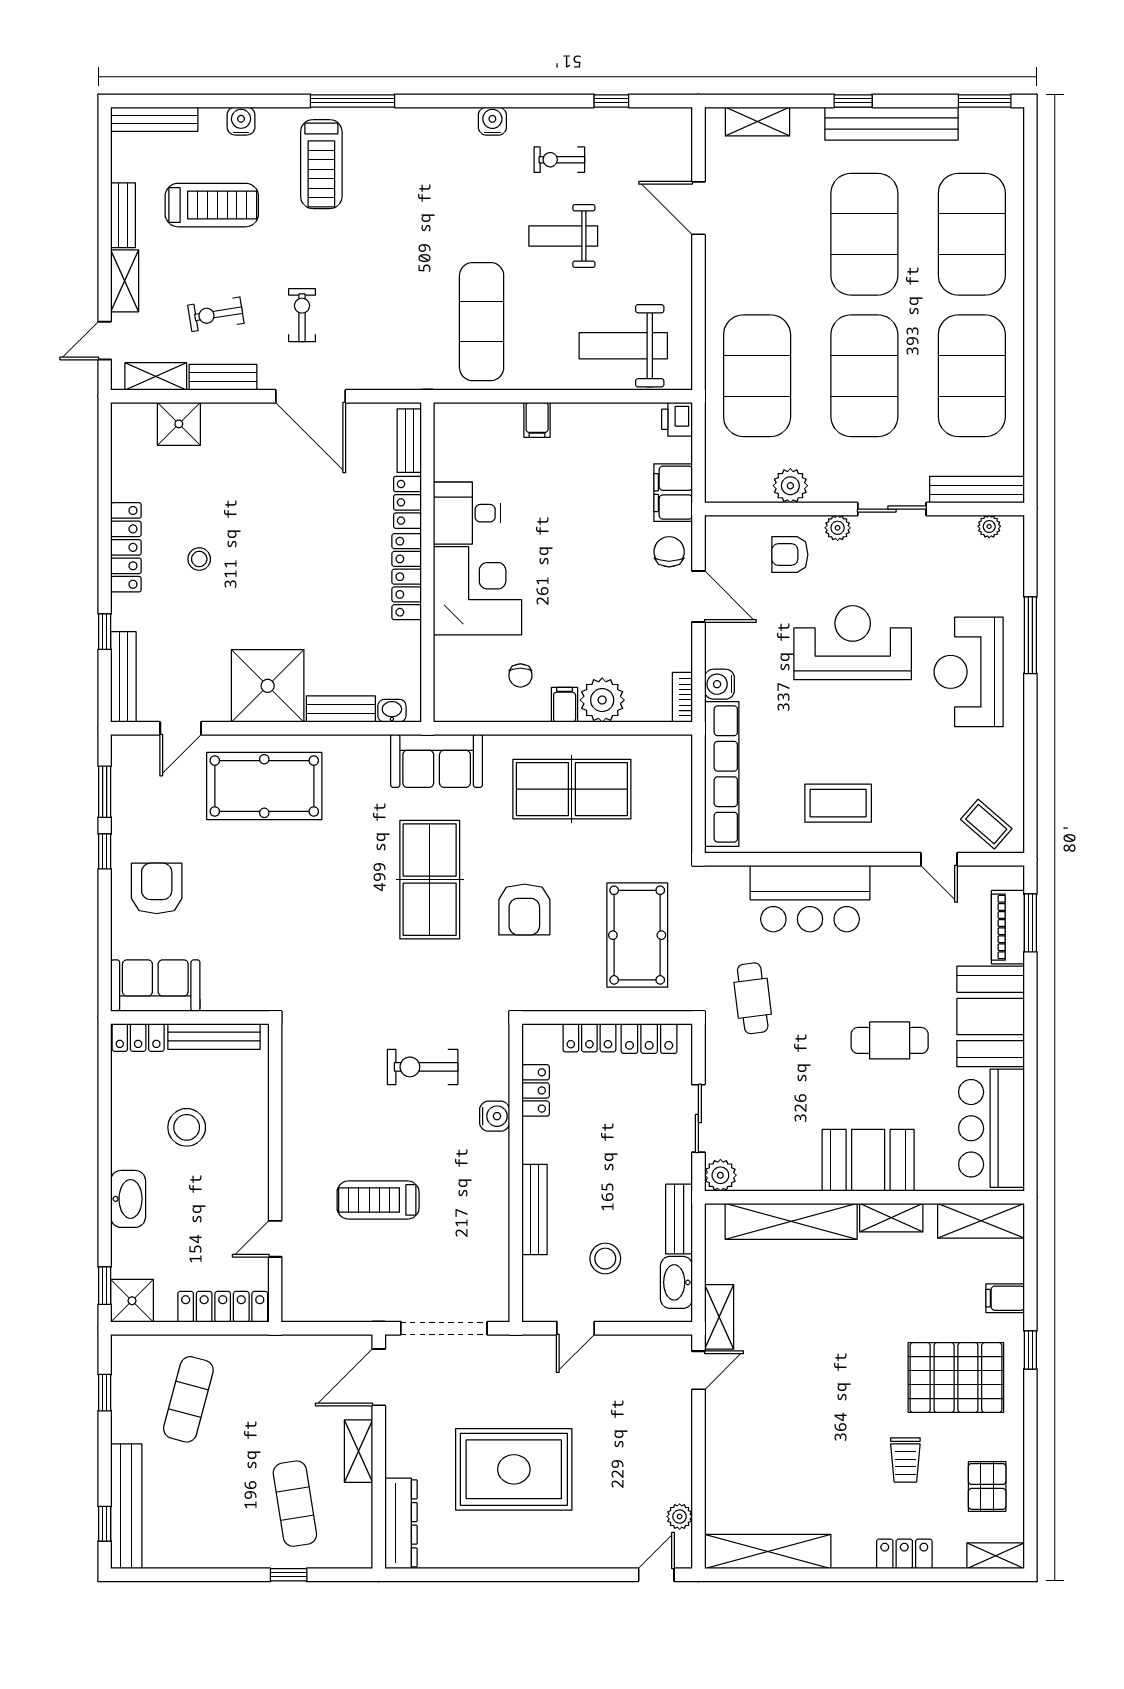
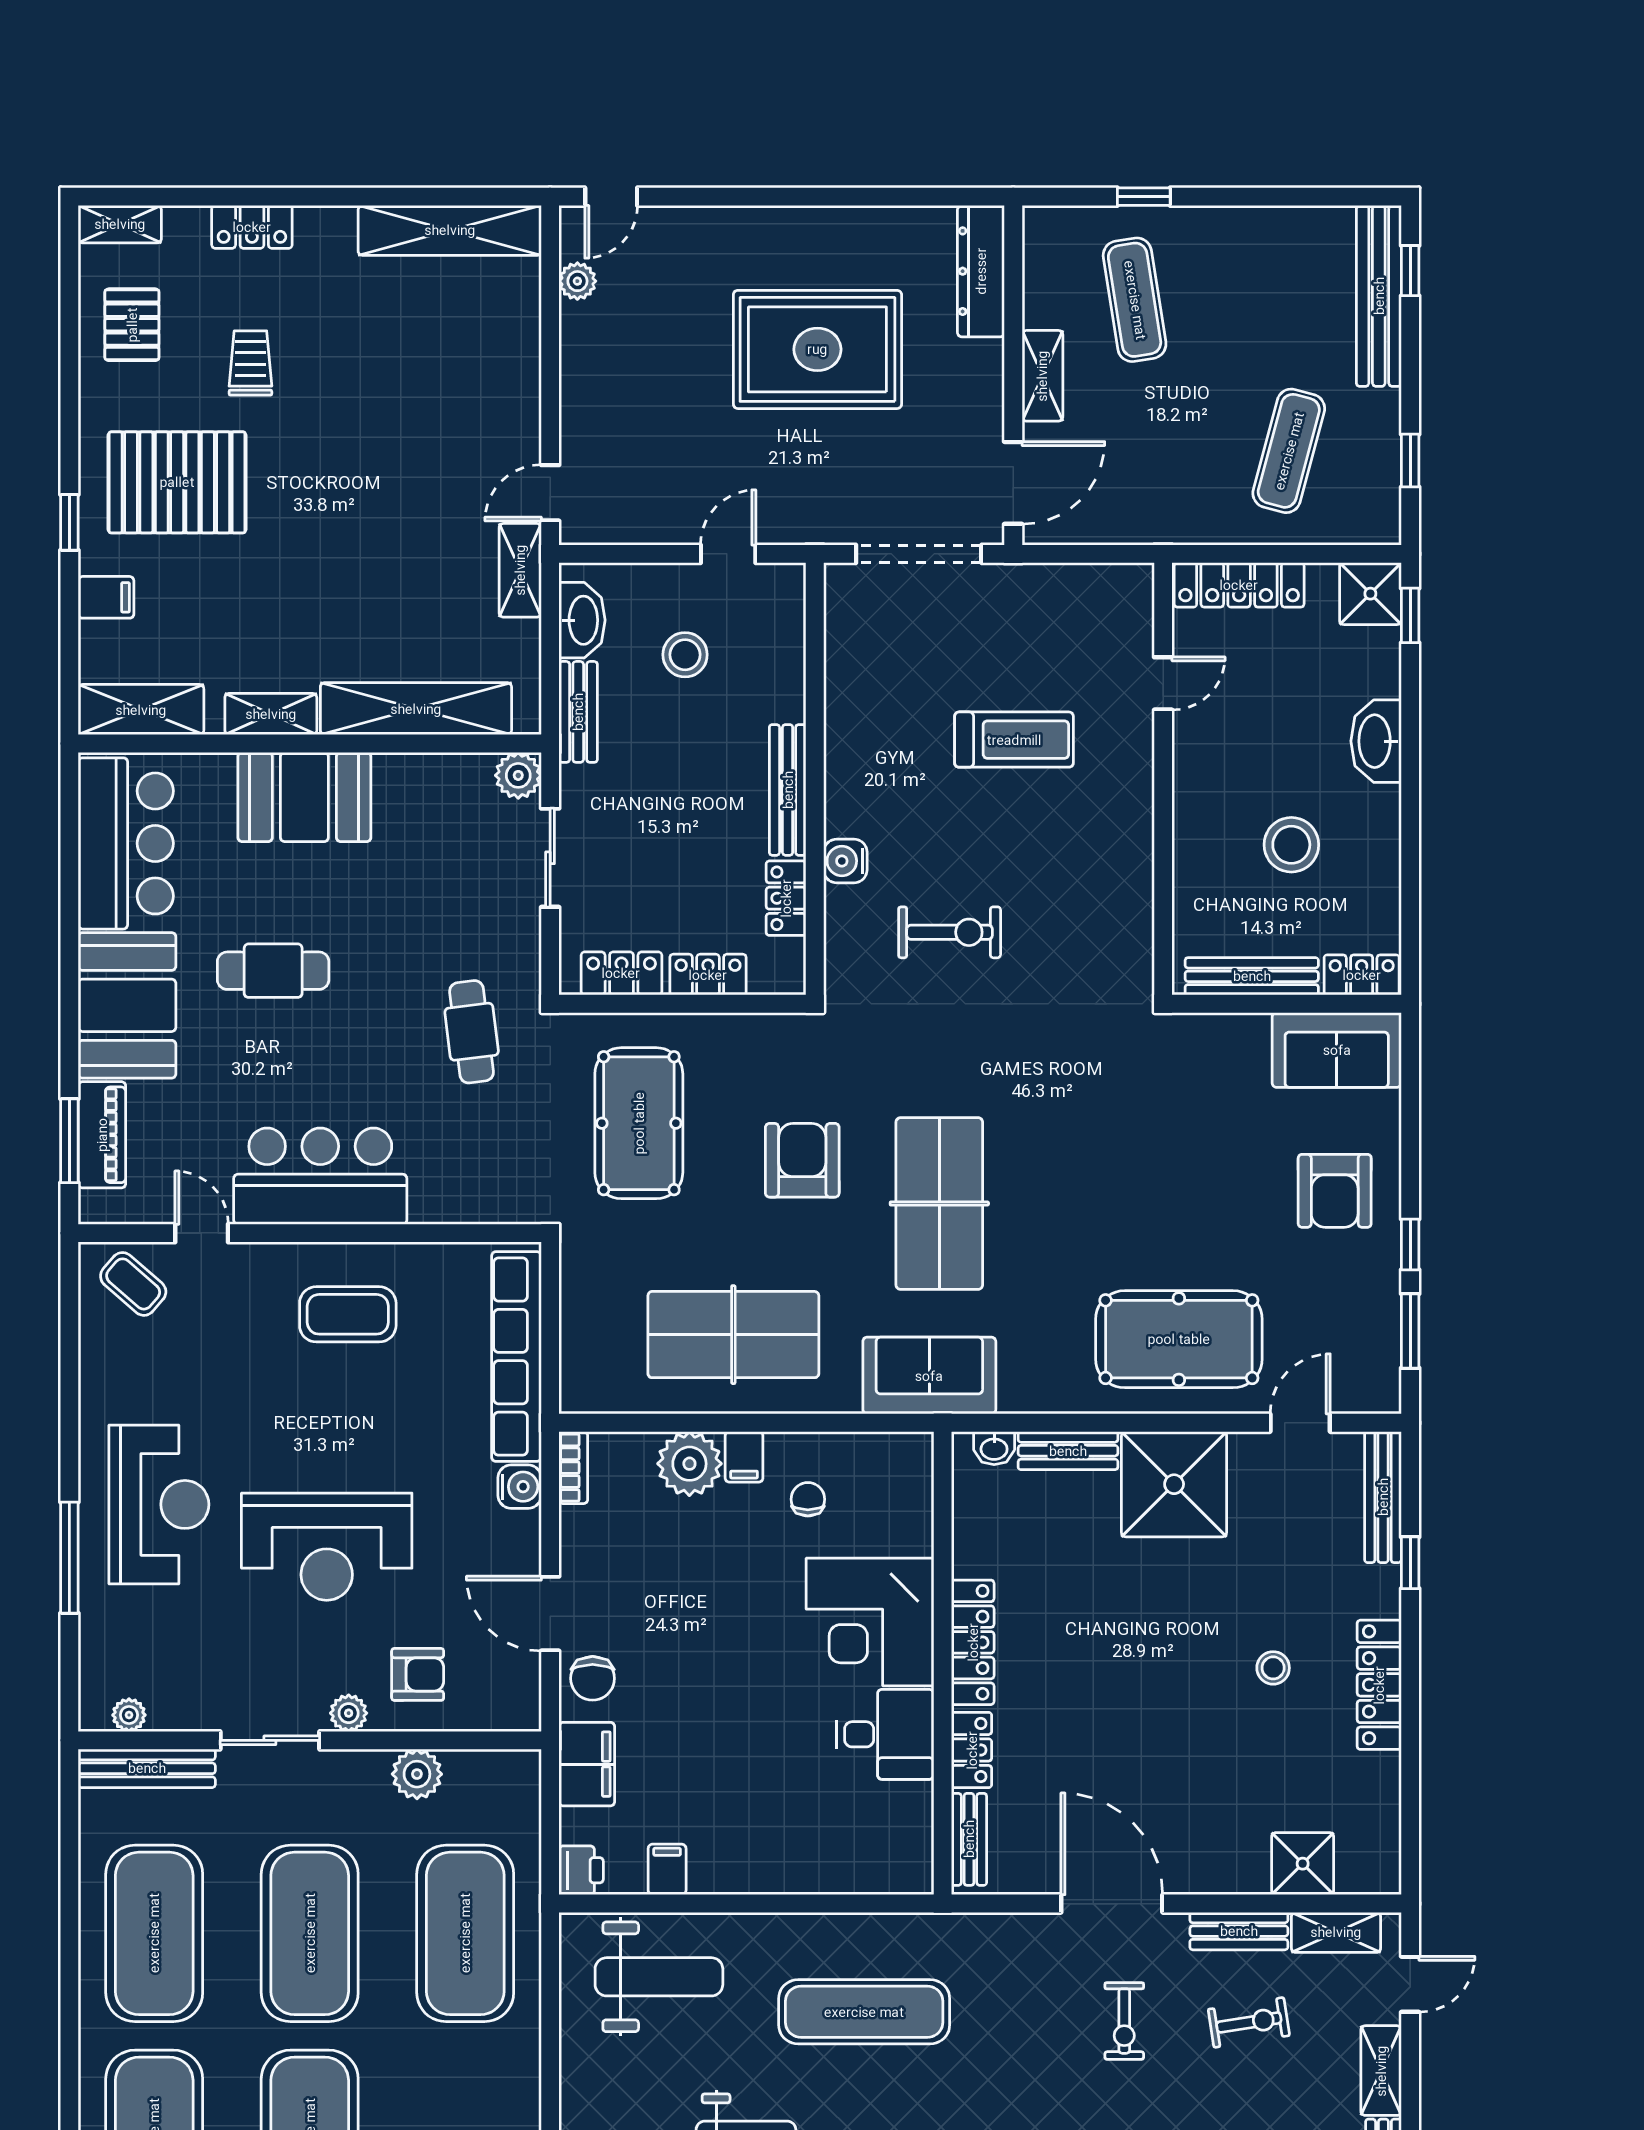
exercise mat: (482, 322) -> (864, 2012), turned 90
filing cabinet: (537, 420) -> (667, 1869), moved
bar counter: (810, 899) -> (320, 1176), moved
bench: (534, 1209) -> (788, 790), moved

